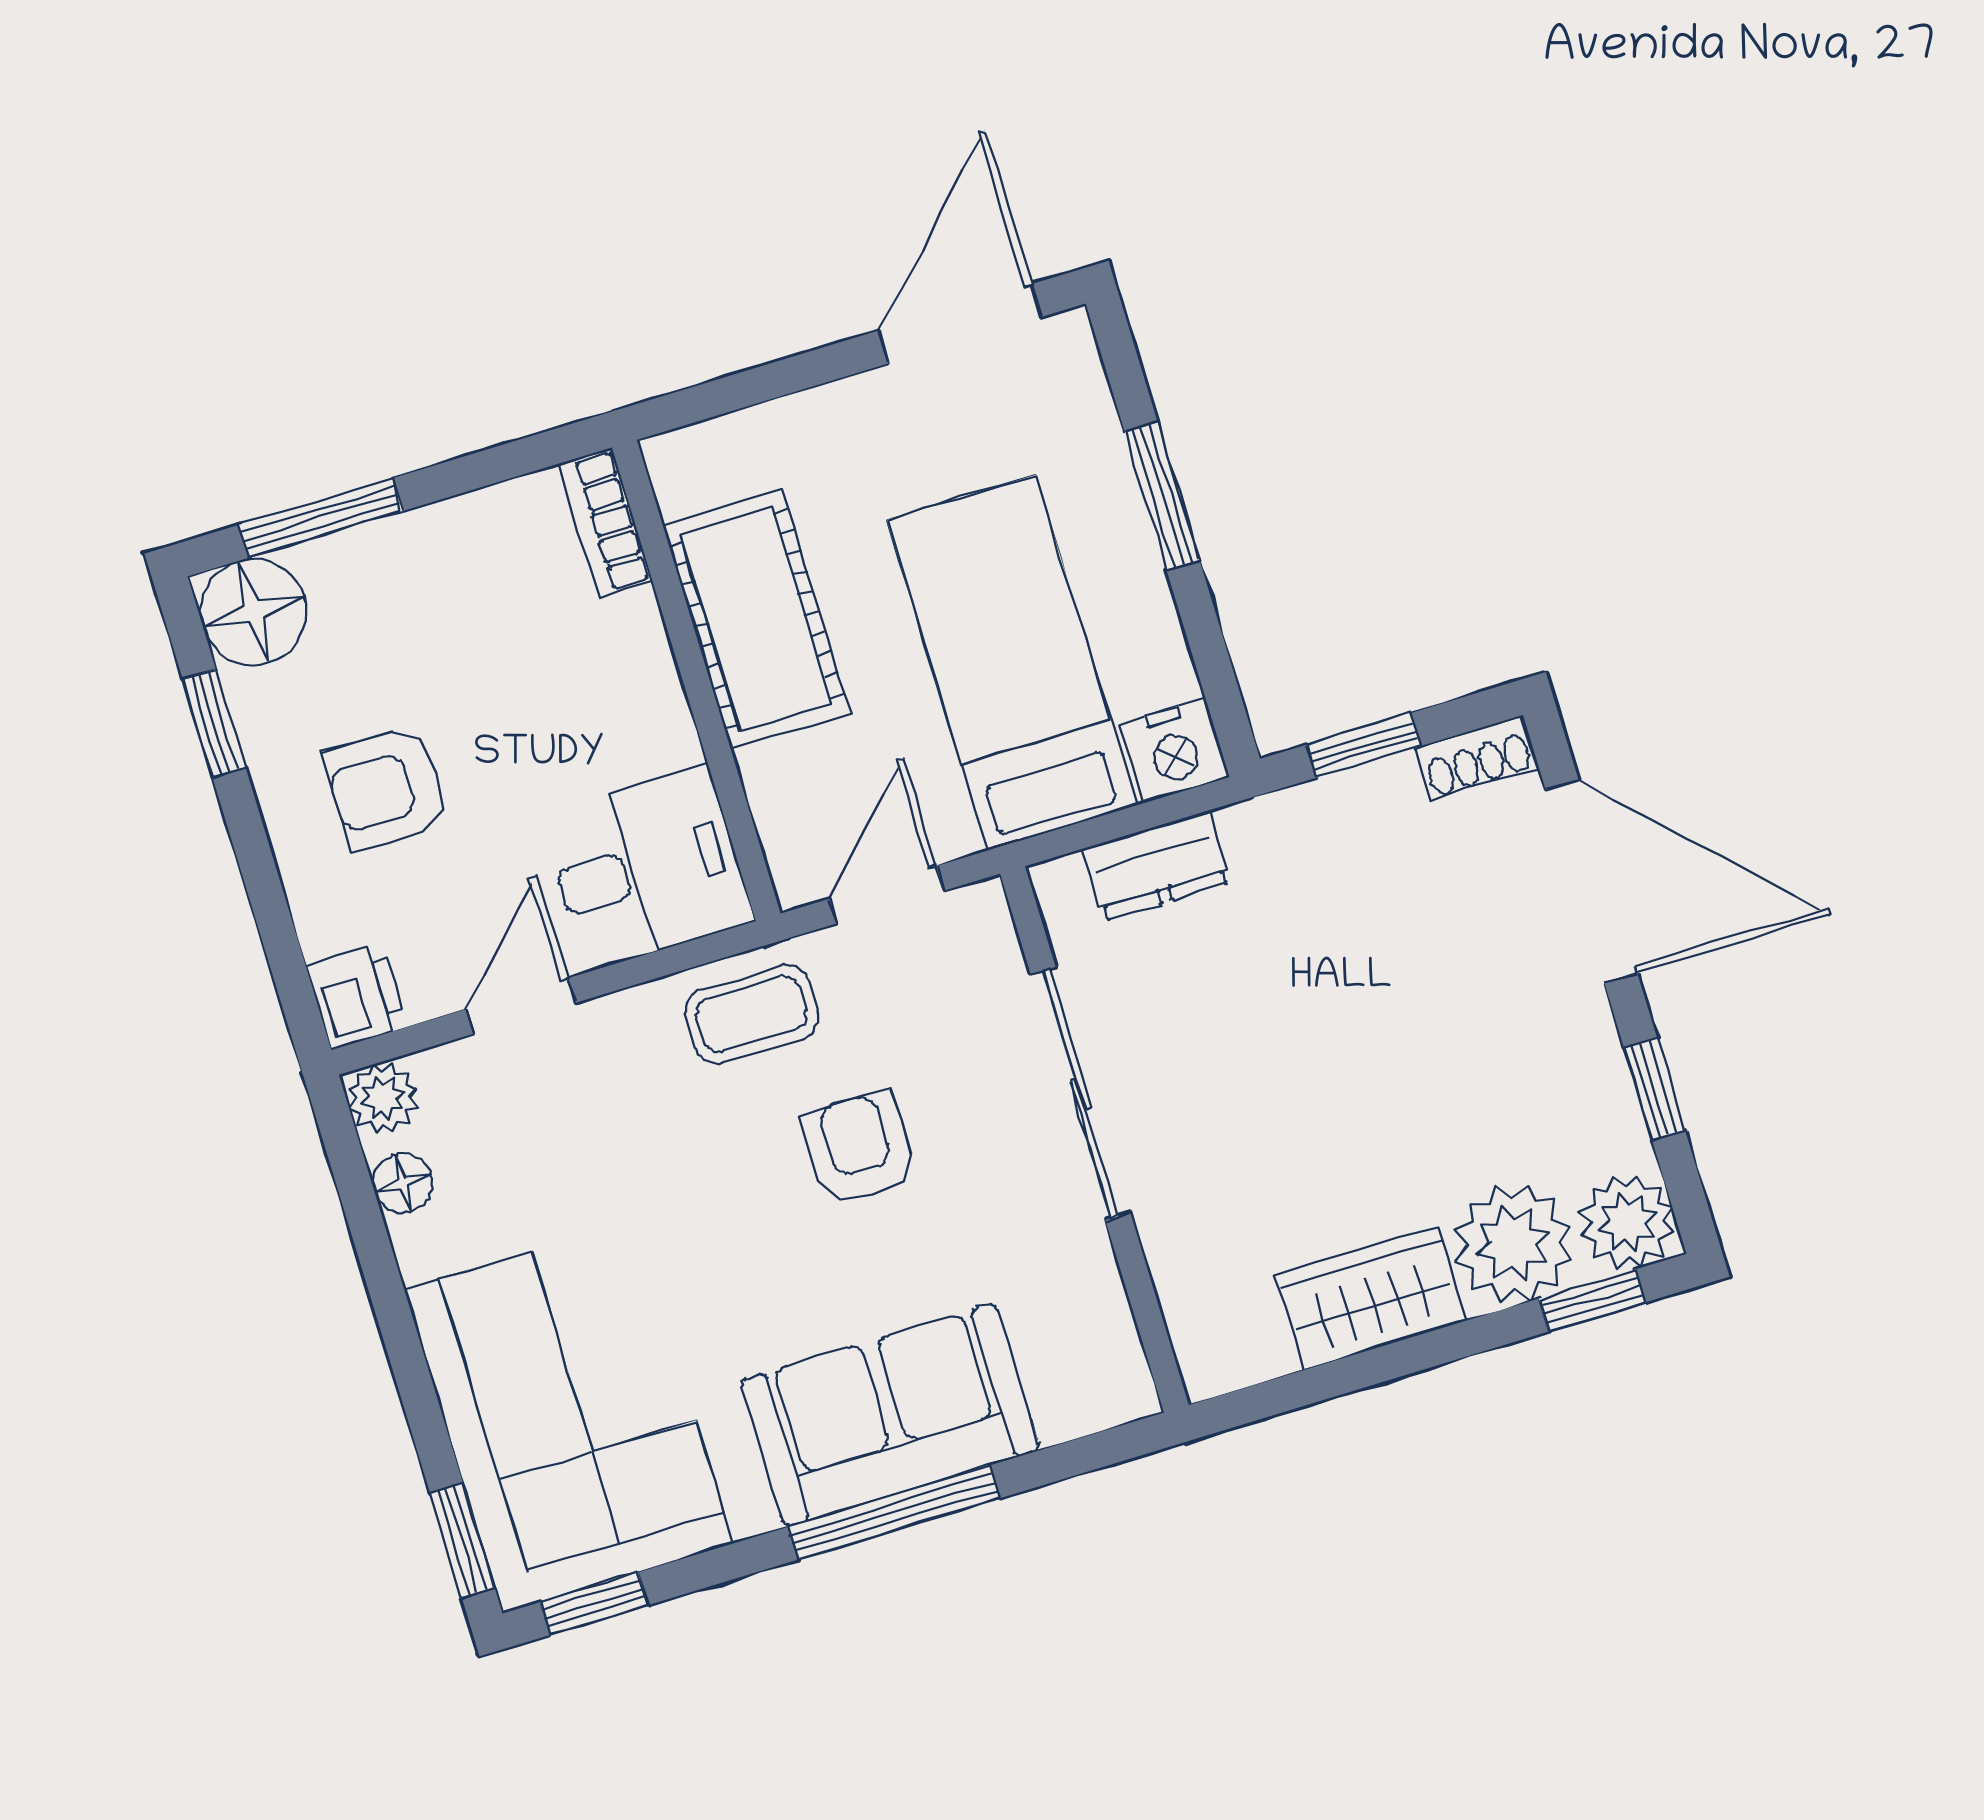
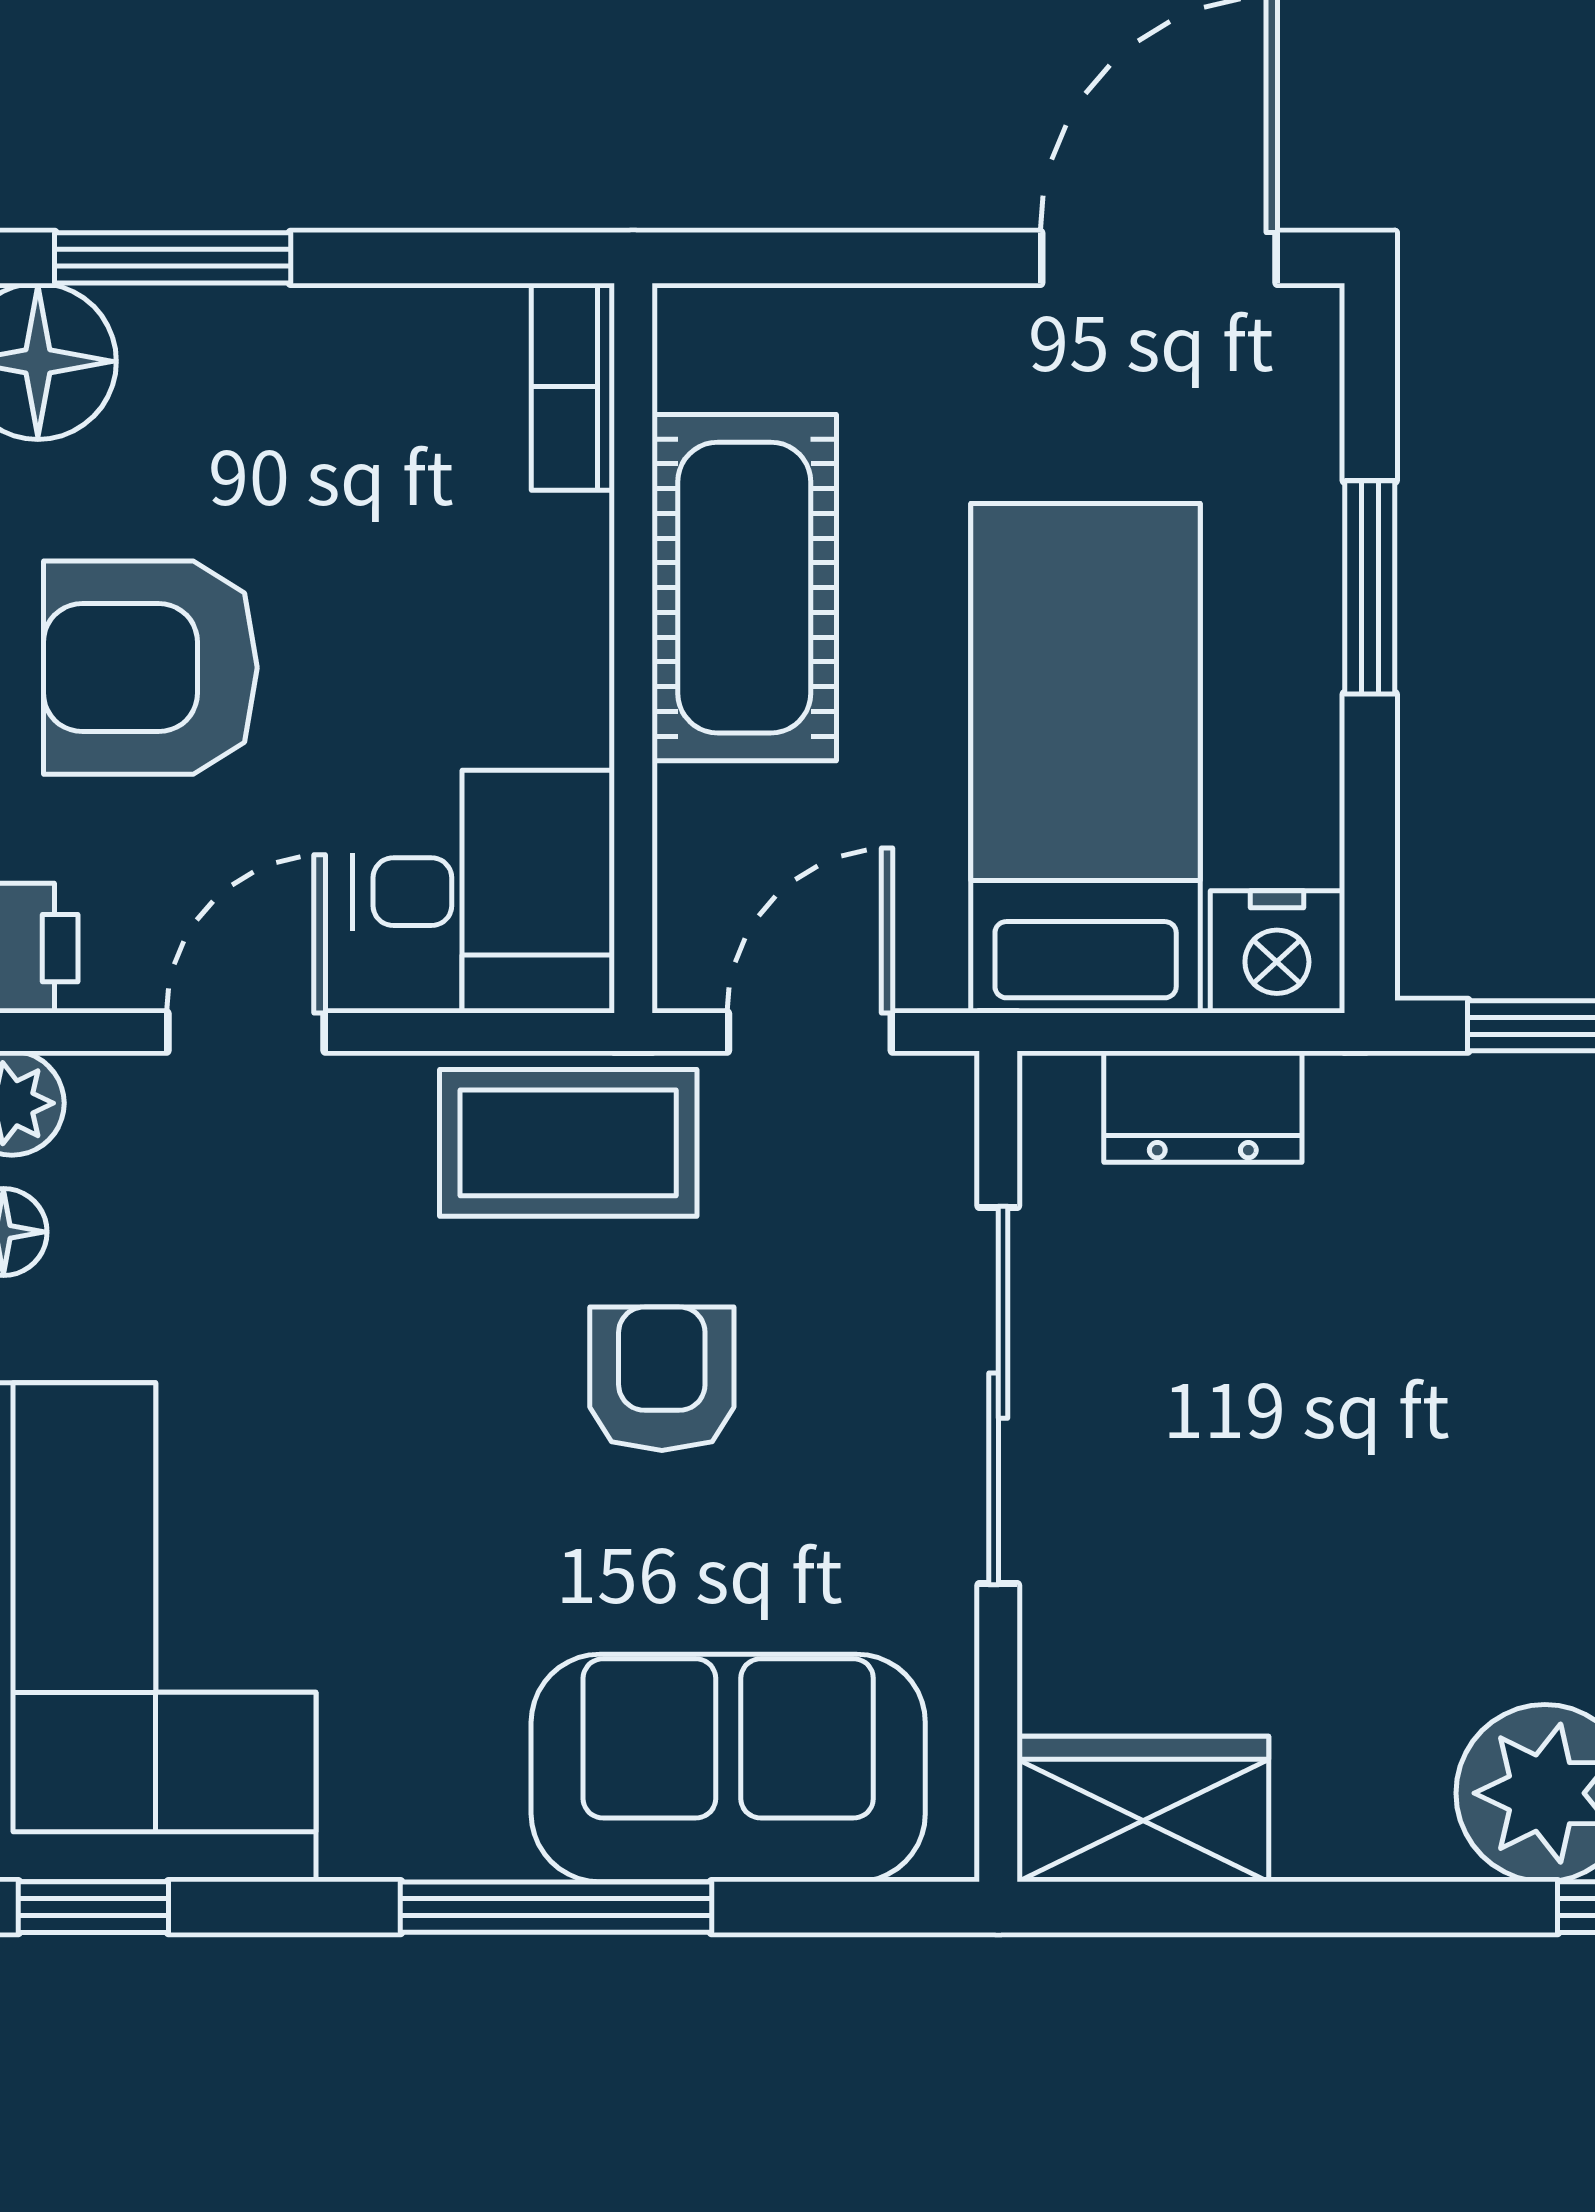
armchair: (387, 788) -> (150, 668), width x1.38, depth x1.38
coffee table: (752, 1014) -> (568, 1143), width x1.36, depth x1.30
wardrobe: (1371, 1298) -> (1143, 1809), moved
sofa: (890, 1415) -> (728, 1768), moved

